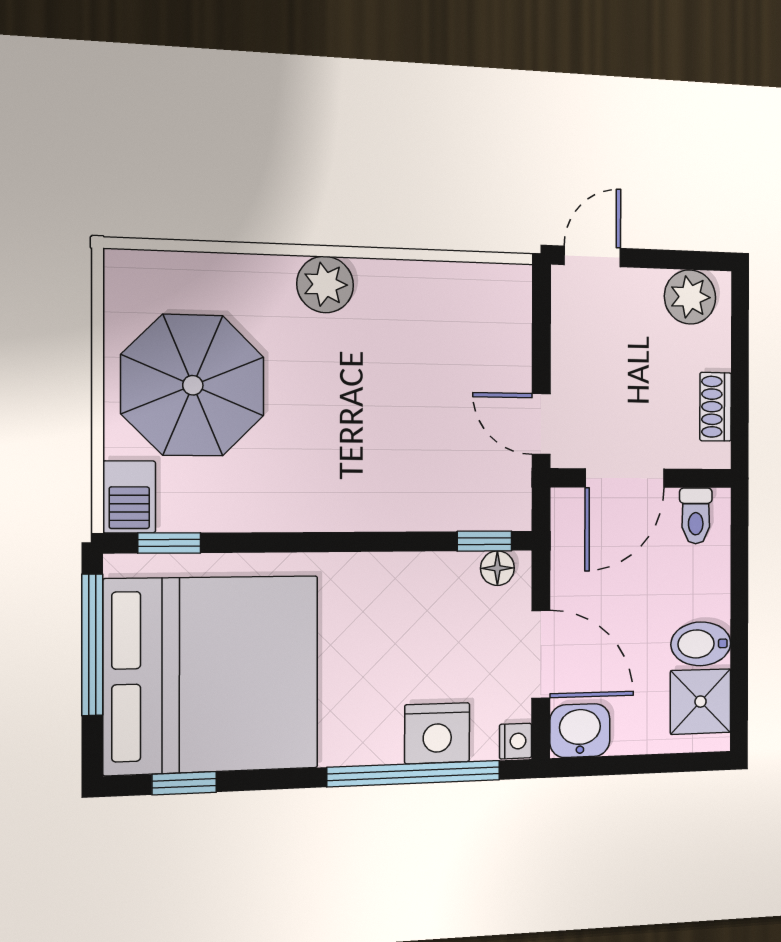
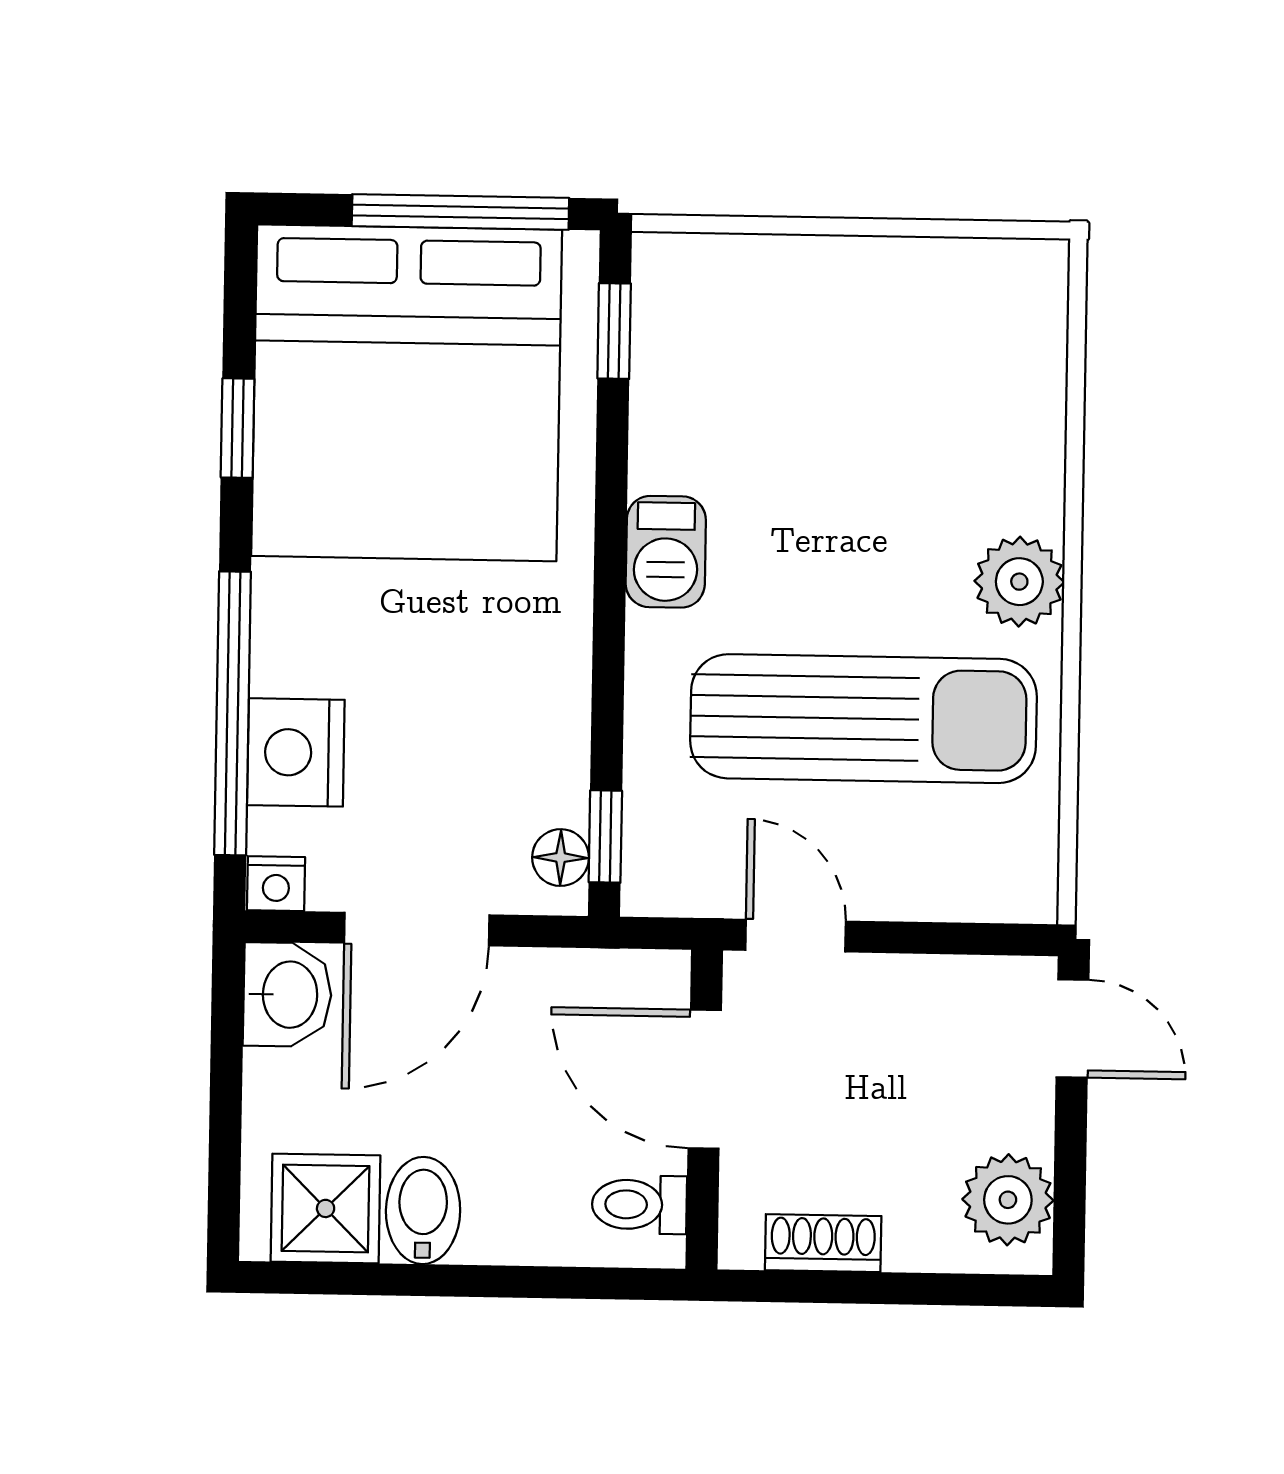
sun lounger: (411, 383) -> (863, 719), added
parasol: (193, 385) -> (859, 371), removed
door: (541, 424) -> (796, 936), hinge flipped
barbecue: (129, 497) -> (666, 552), moved, turned -90
window: (184, 783) -> (238, 428), moved

